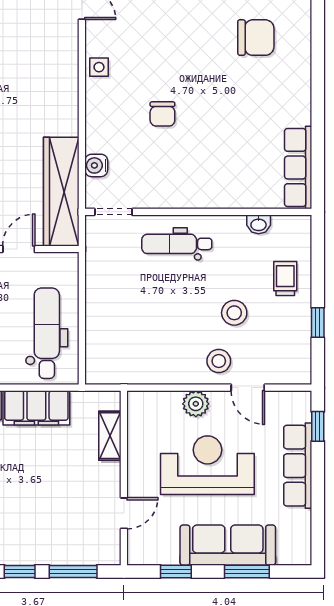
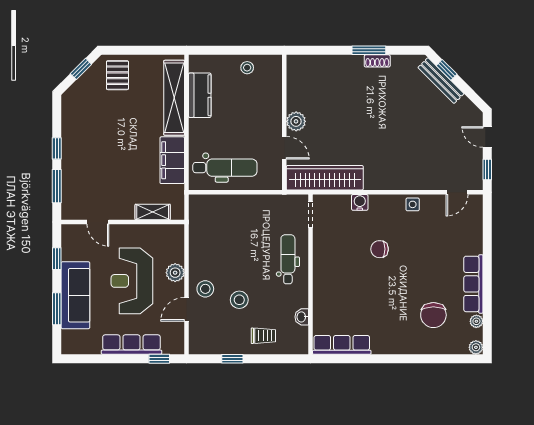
water cooler: (96, 165) -> (360, 202), moved
reception desk: (207, 465) -> (132, 281), turned 180

